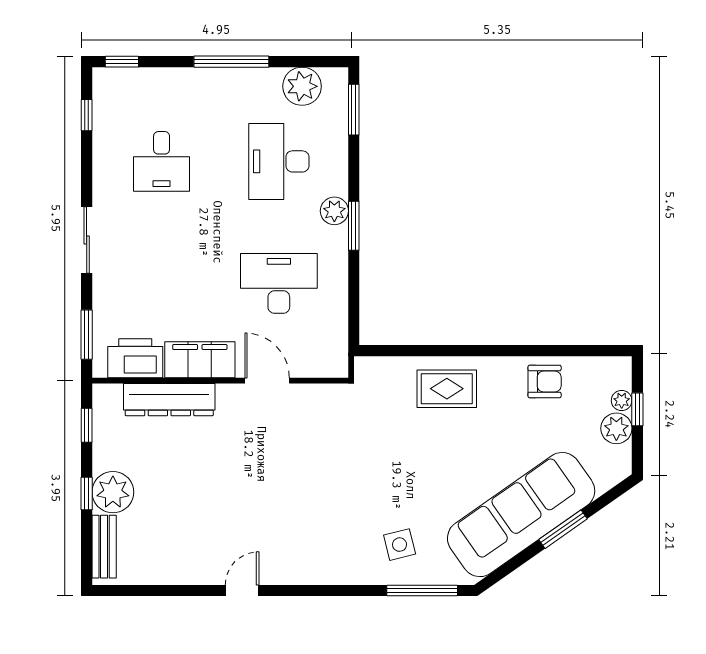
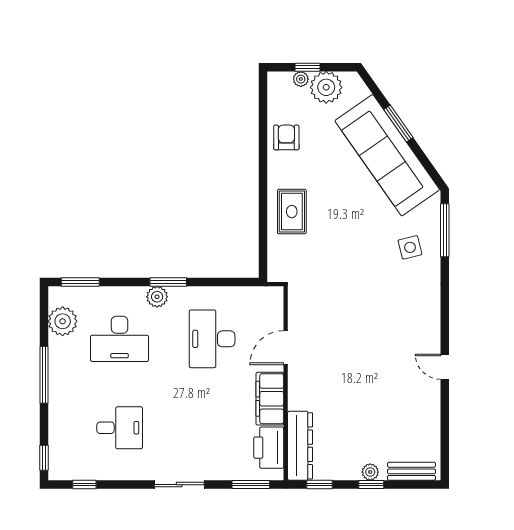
dresser: (169, 400) -> (300, 446), moved
plant: (616, 428) -> (326, 87), width x1.36, depth x1.36
plant: (113, 492) -> (370, 472), width x0.53, depth x0.53

